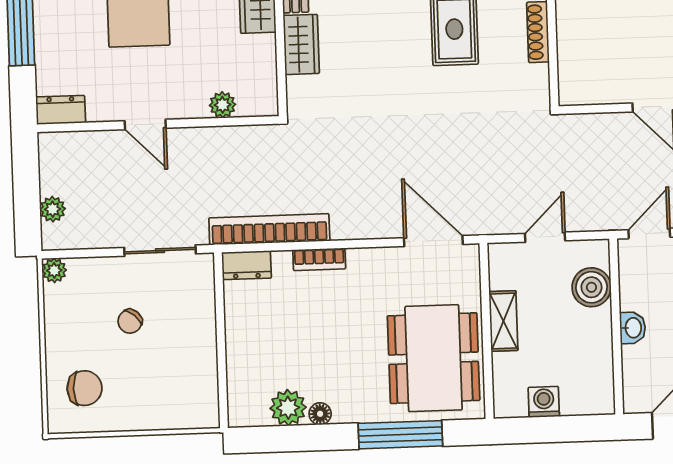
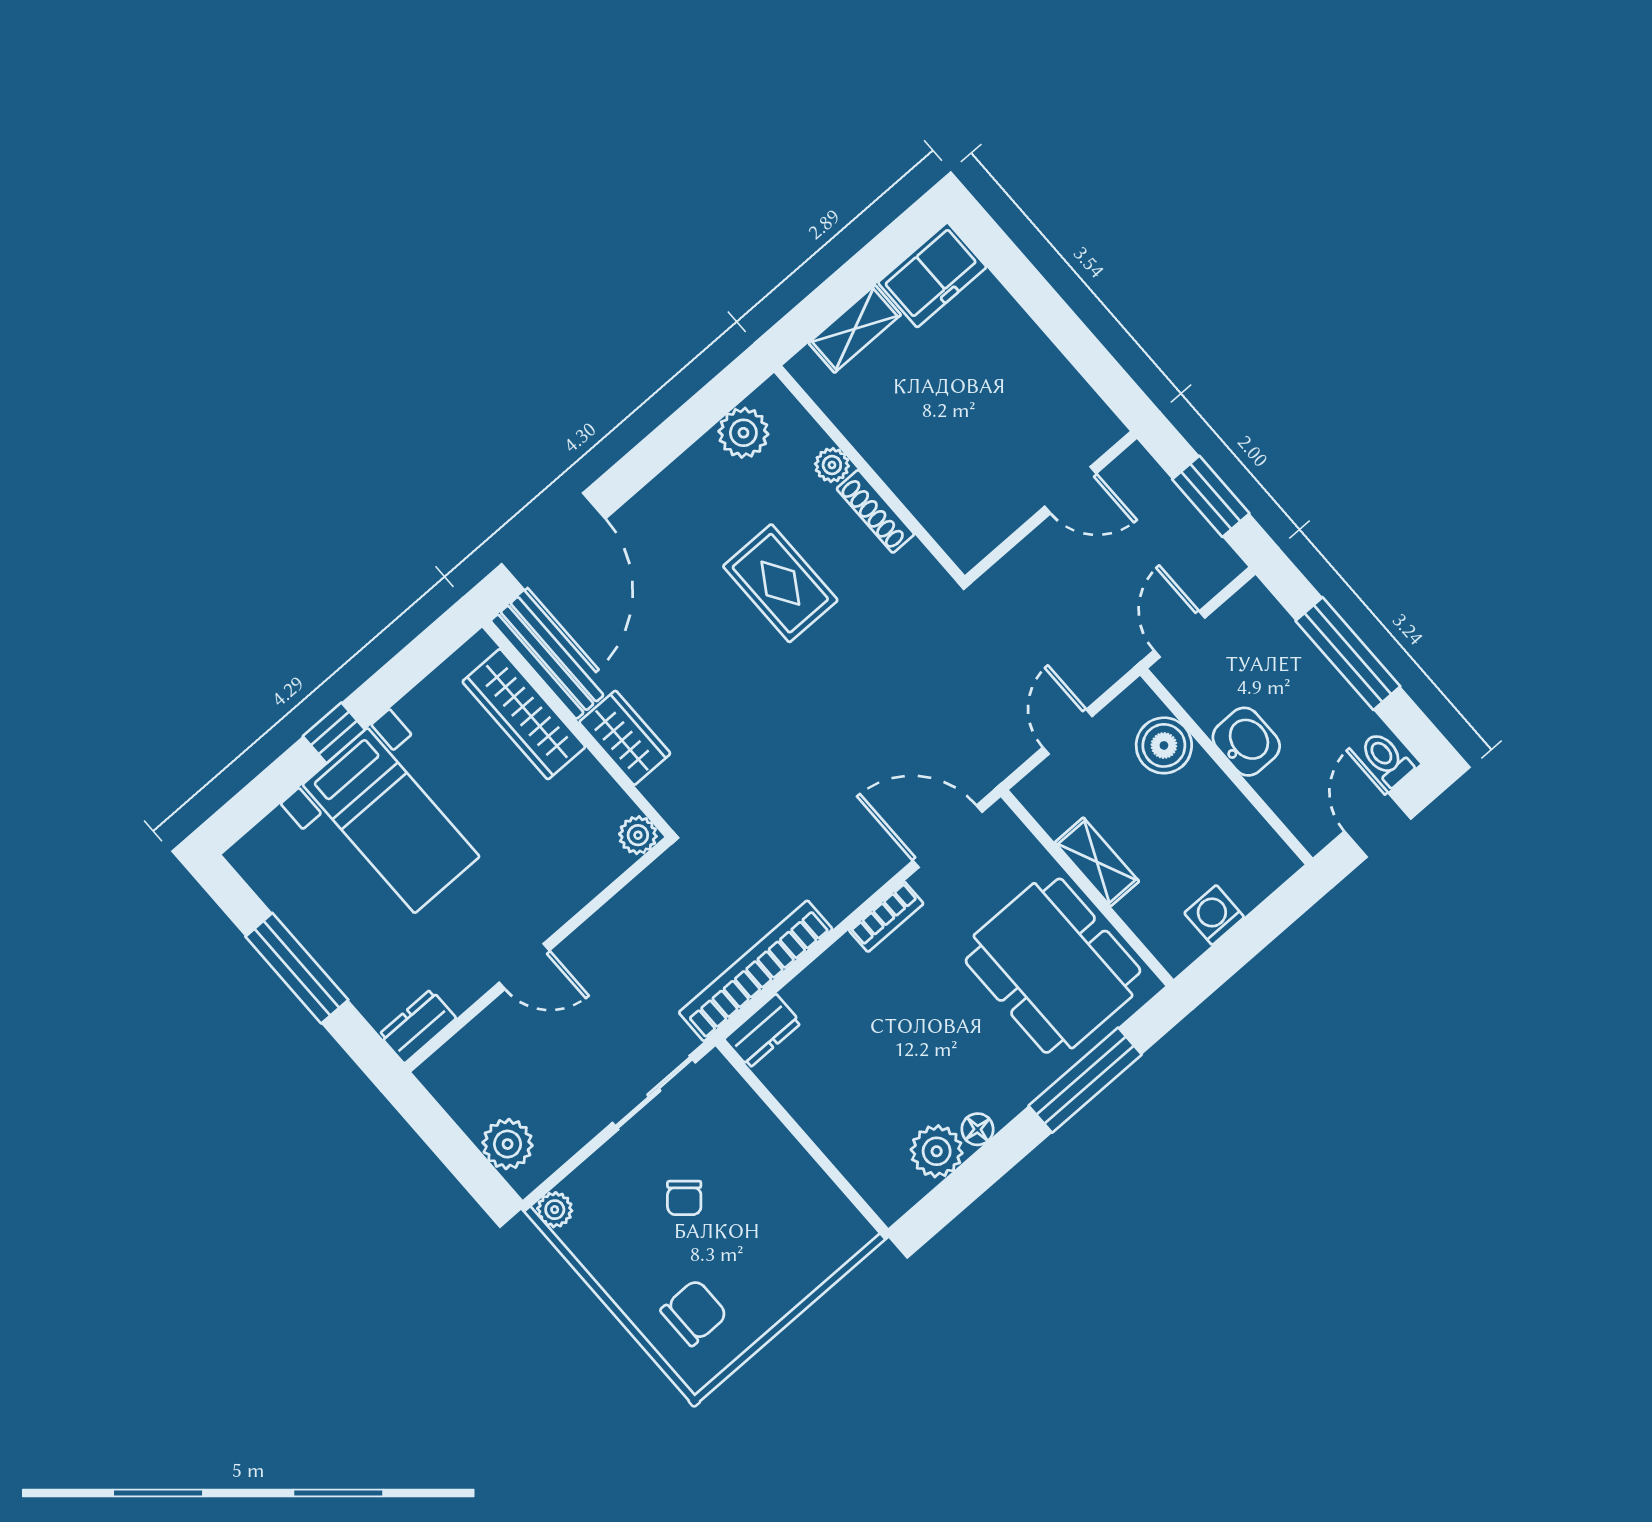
plant: (223, 105) -> (638, 835), moved
plant: (53, 209) -> (508, 1144), width x1.38, depth x1.38
bookcase: (319, 259) -> (886, 917), moved
washbasin: (633, 328) -> (1246, 742), width x1.38, depth x1.45

